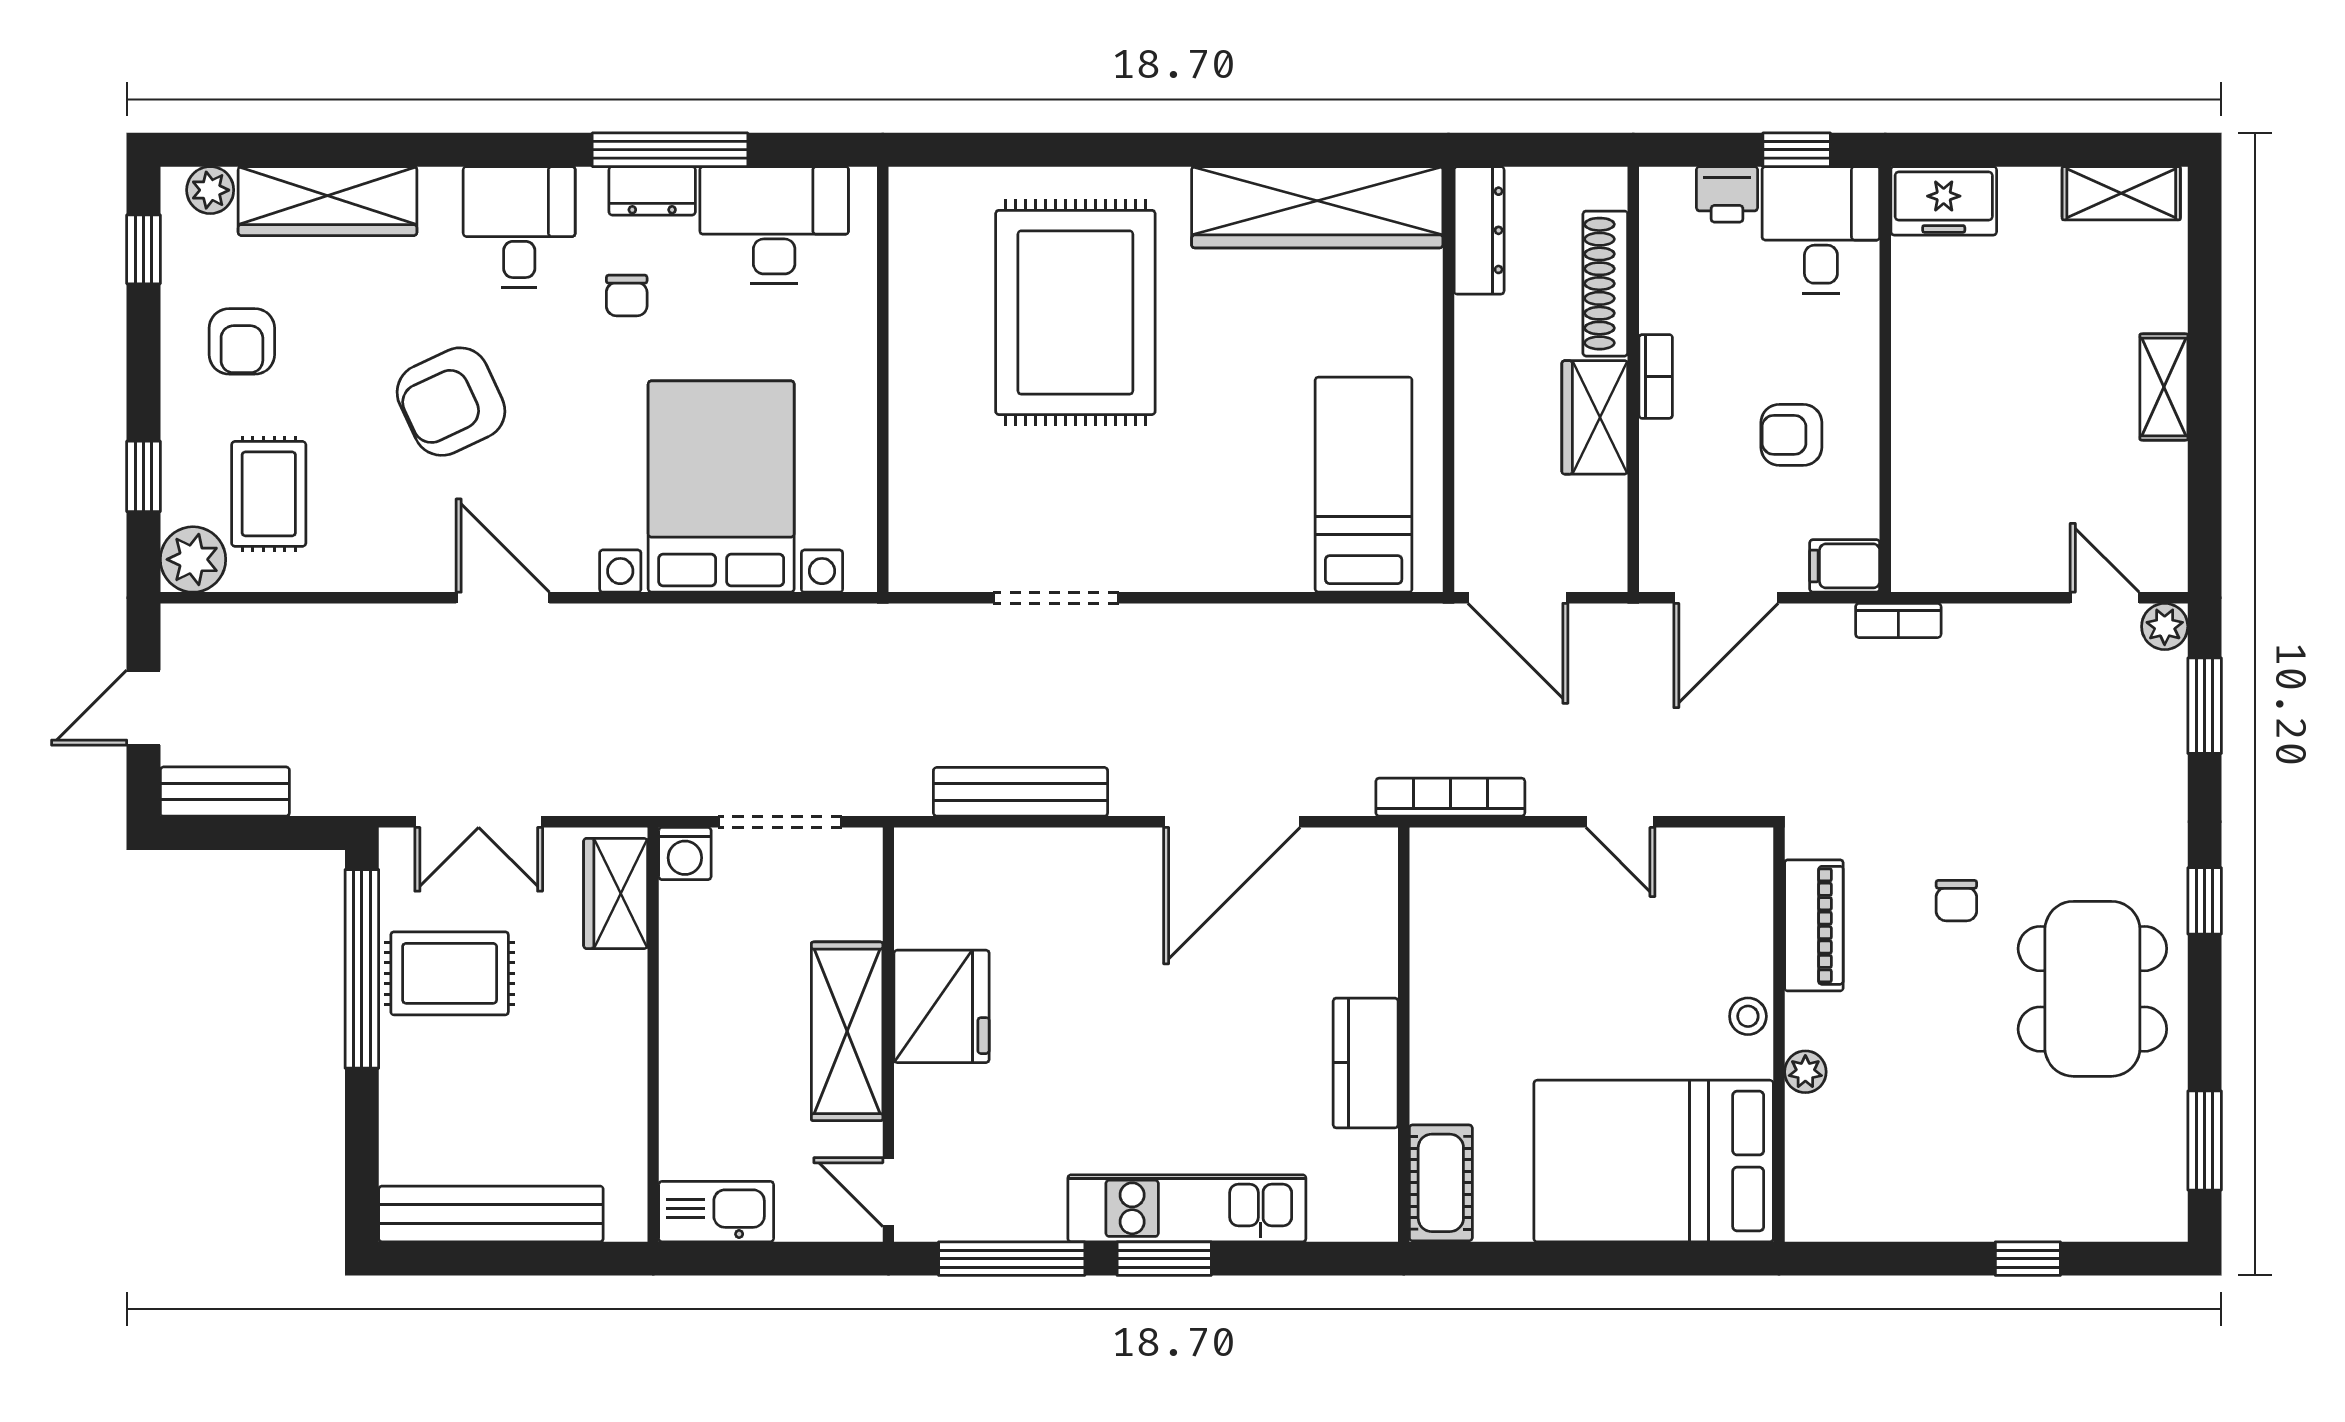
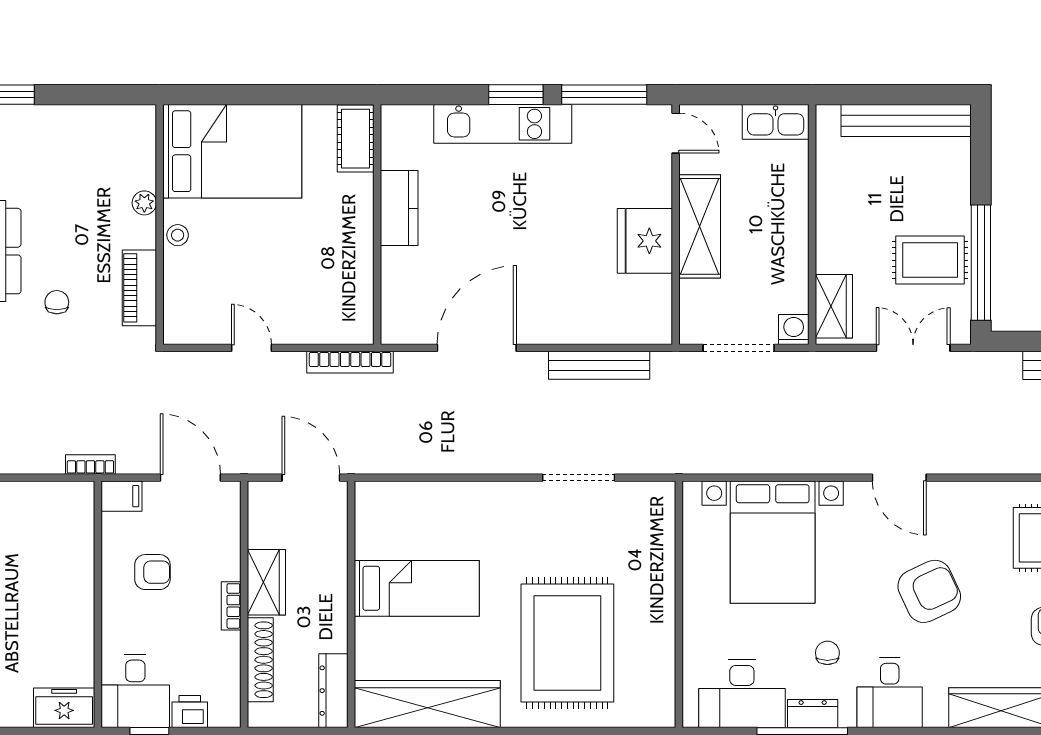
bed: (1364, 485) -> (417, 588), moved, turned -90
door: (1726, 598) -> (190, 478), hinge flipped

